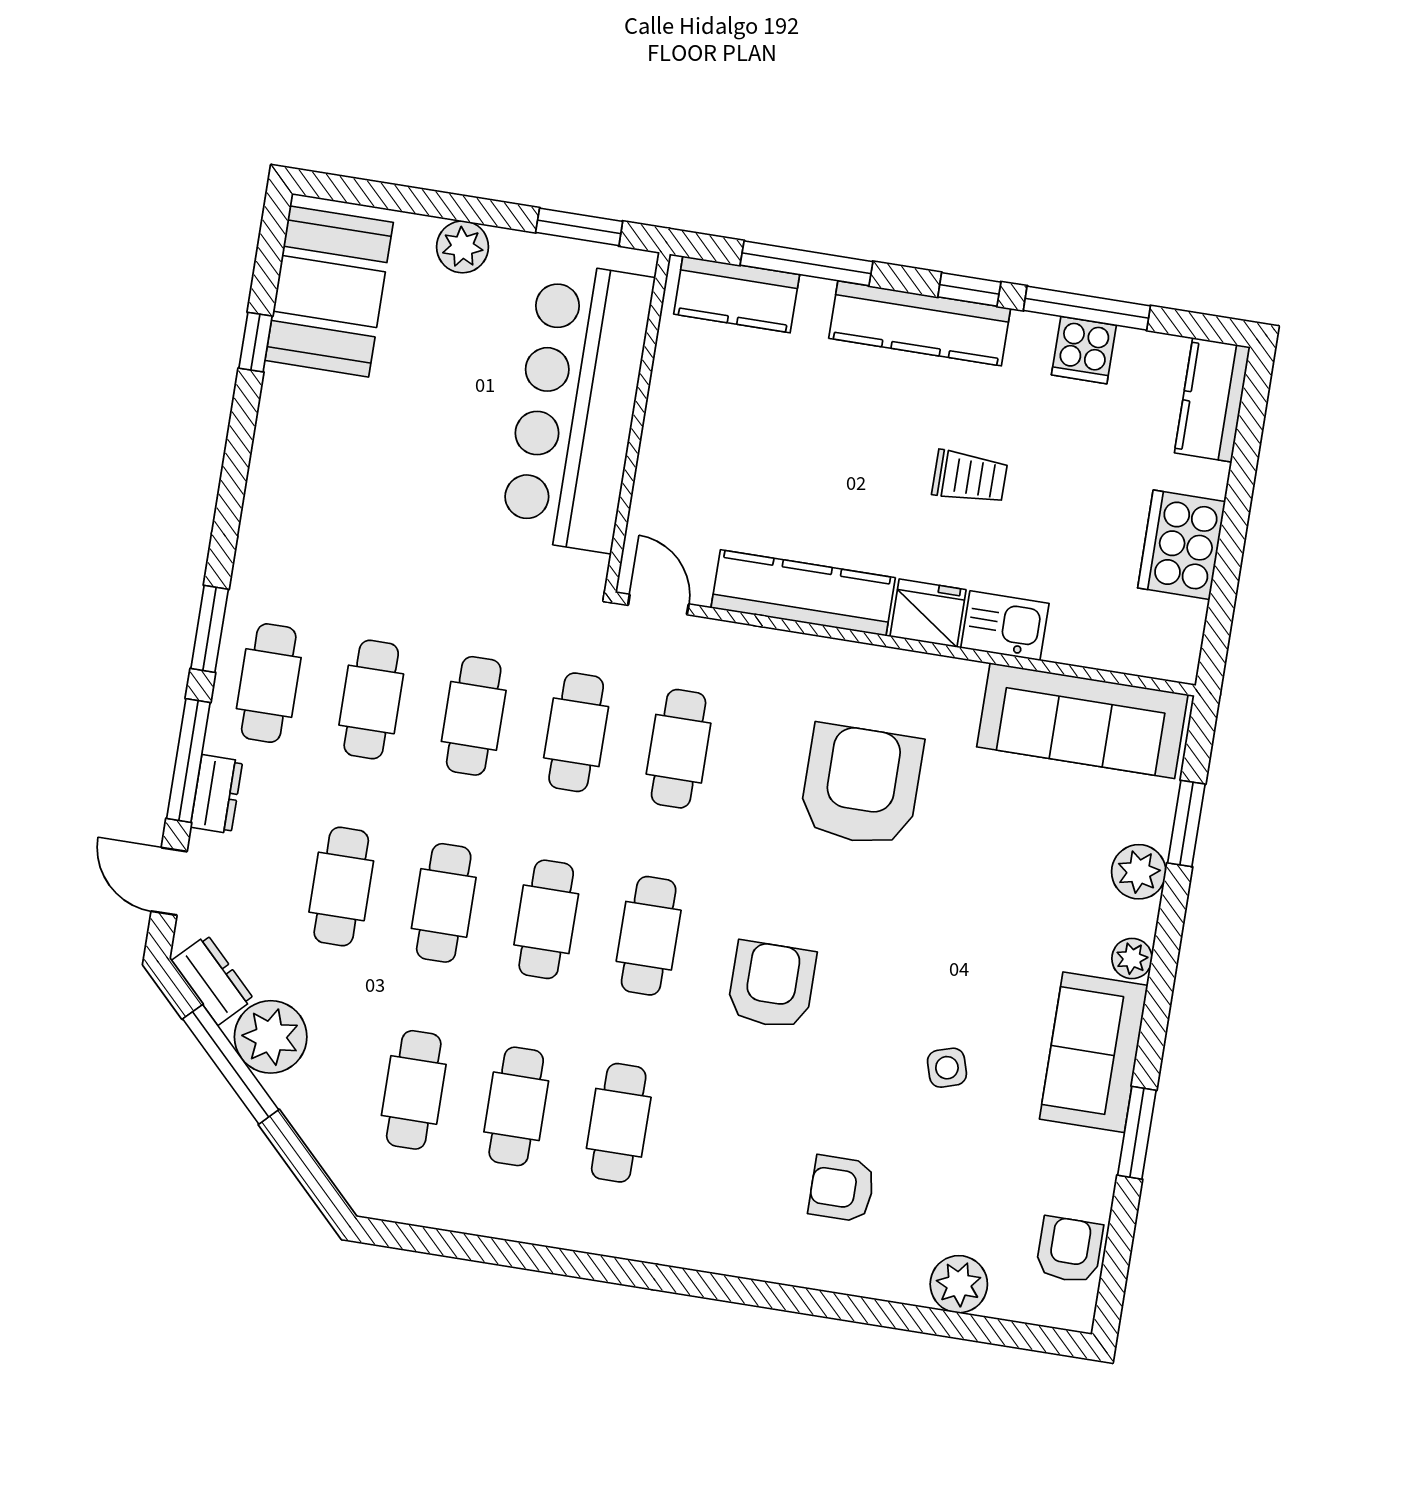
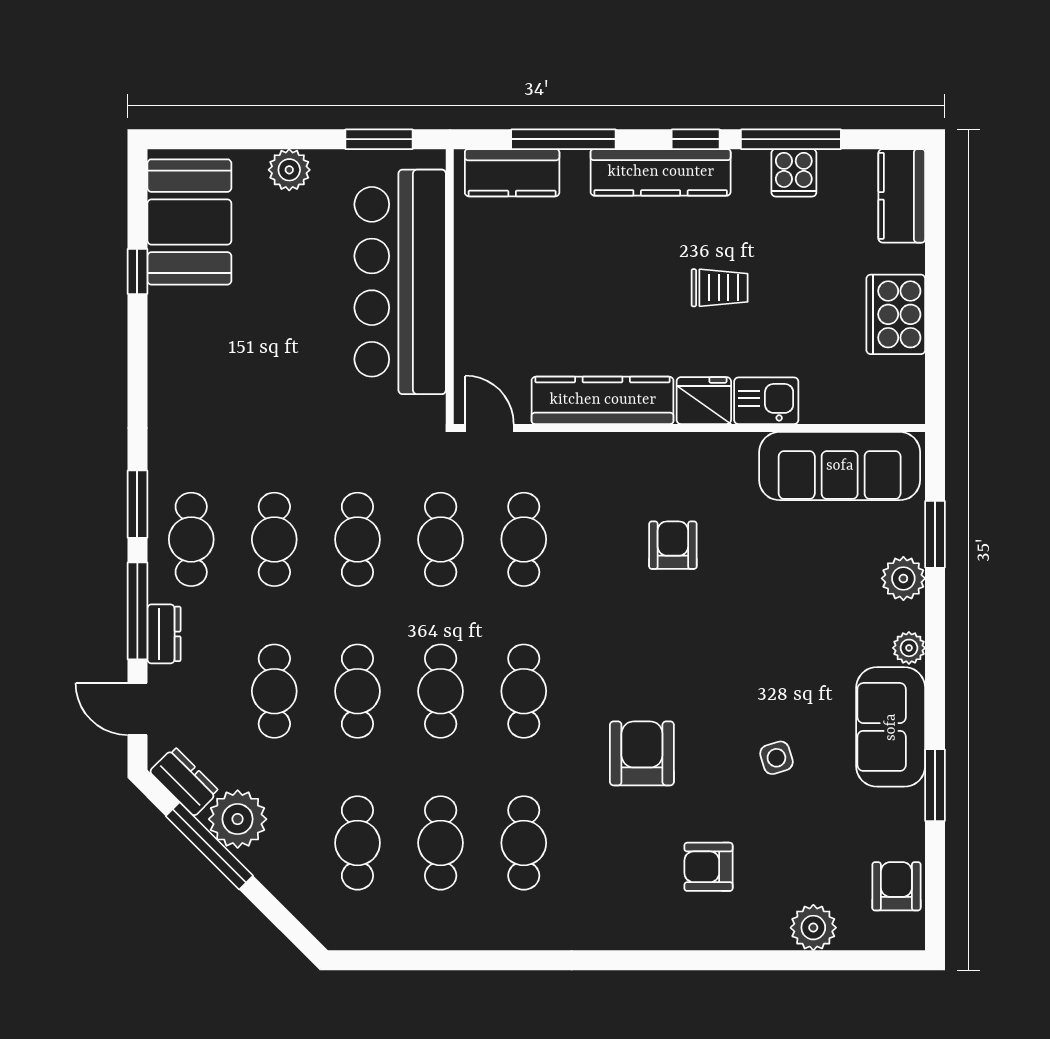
armchair: (861, 785) -> (673, 545), width x0.53, depth x0.53
armchair: (772, 985) -> (642, 753), moved

